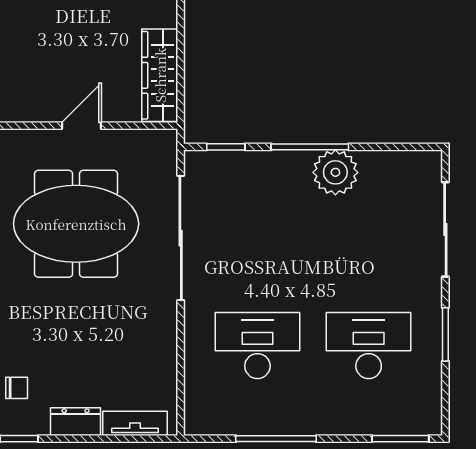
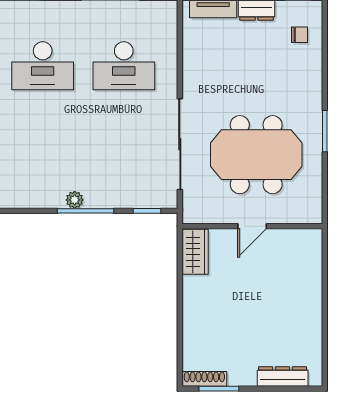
wardrobe: (160, 75) -> (195, 252), width x0.67
plant: (335, 172) -> (75, 200), width x0.53, depth x0.53
chair: (17, 388) -> (300, 35), turned 180

